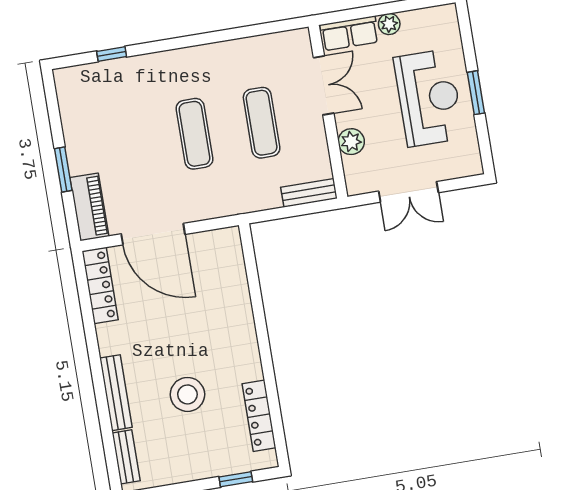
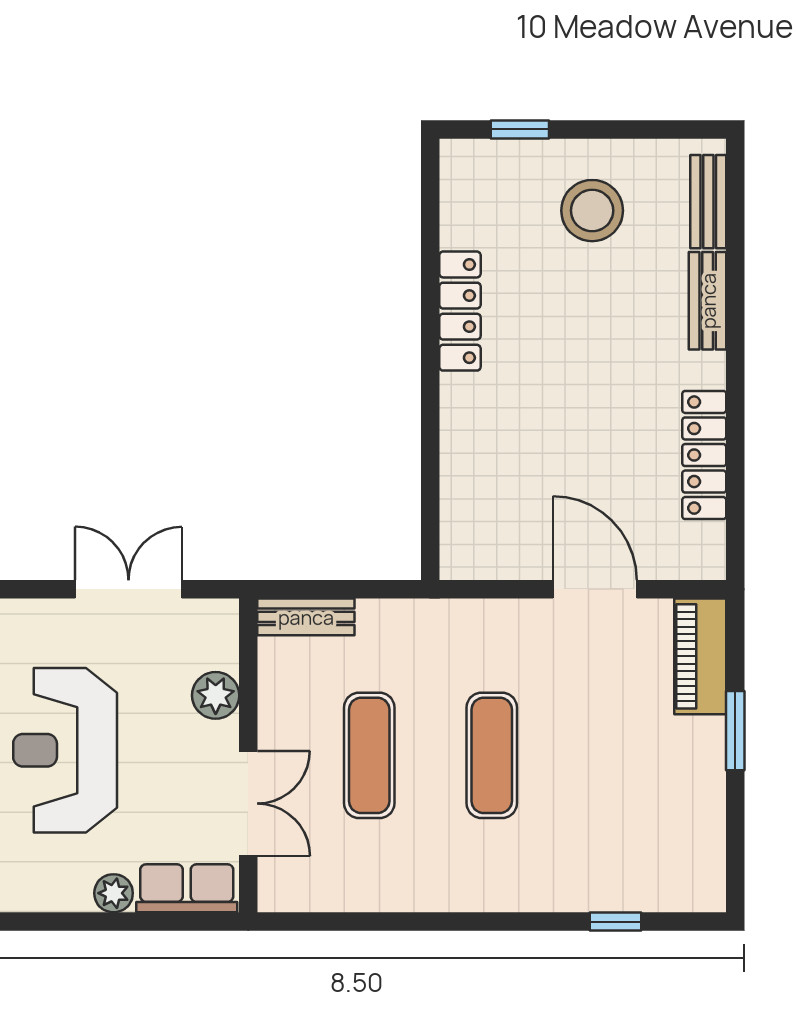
double door: (324, 85) -> (248, 803), swing flipped
door: (153, 234) -> (595, 589), width x0.73
locker: (100, 285) -> (704, 455), moved
bench: (116, 393) -> (708, 301), width x0.73
stool: (187, 394) -> (592, 211), moved
locker: (259, 416) -> (460, 311), moved

